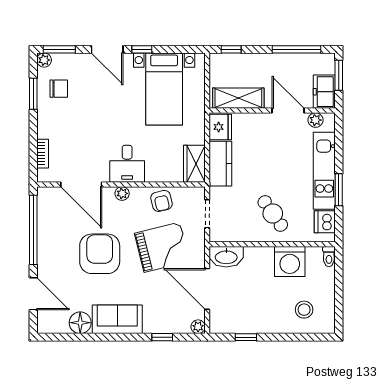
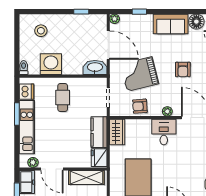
armchair: (162, 201) -> (140, 106), turned -81
cafe table: (273, 213) -> (63, 97), turned 35
armchair: (100, 254) -> (183, 69), width x0.53, depth x0.53

